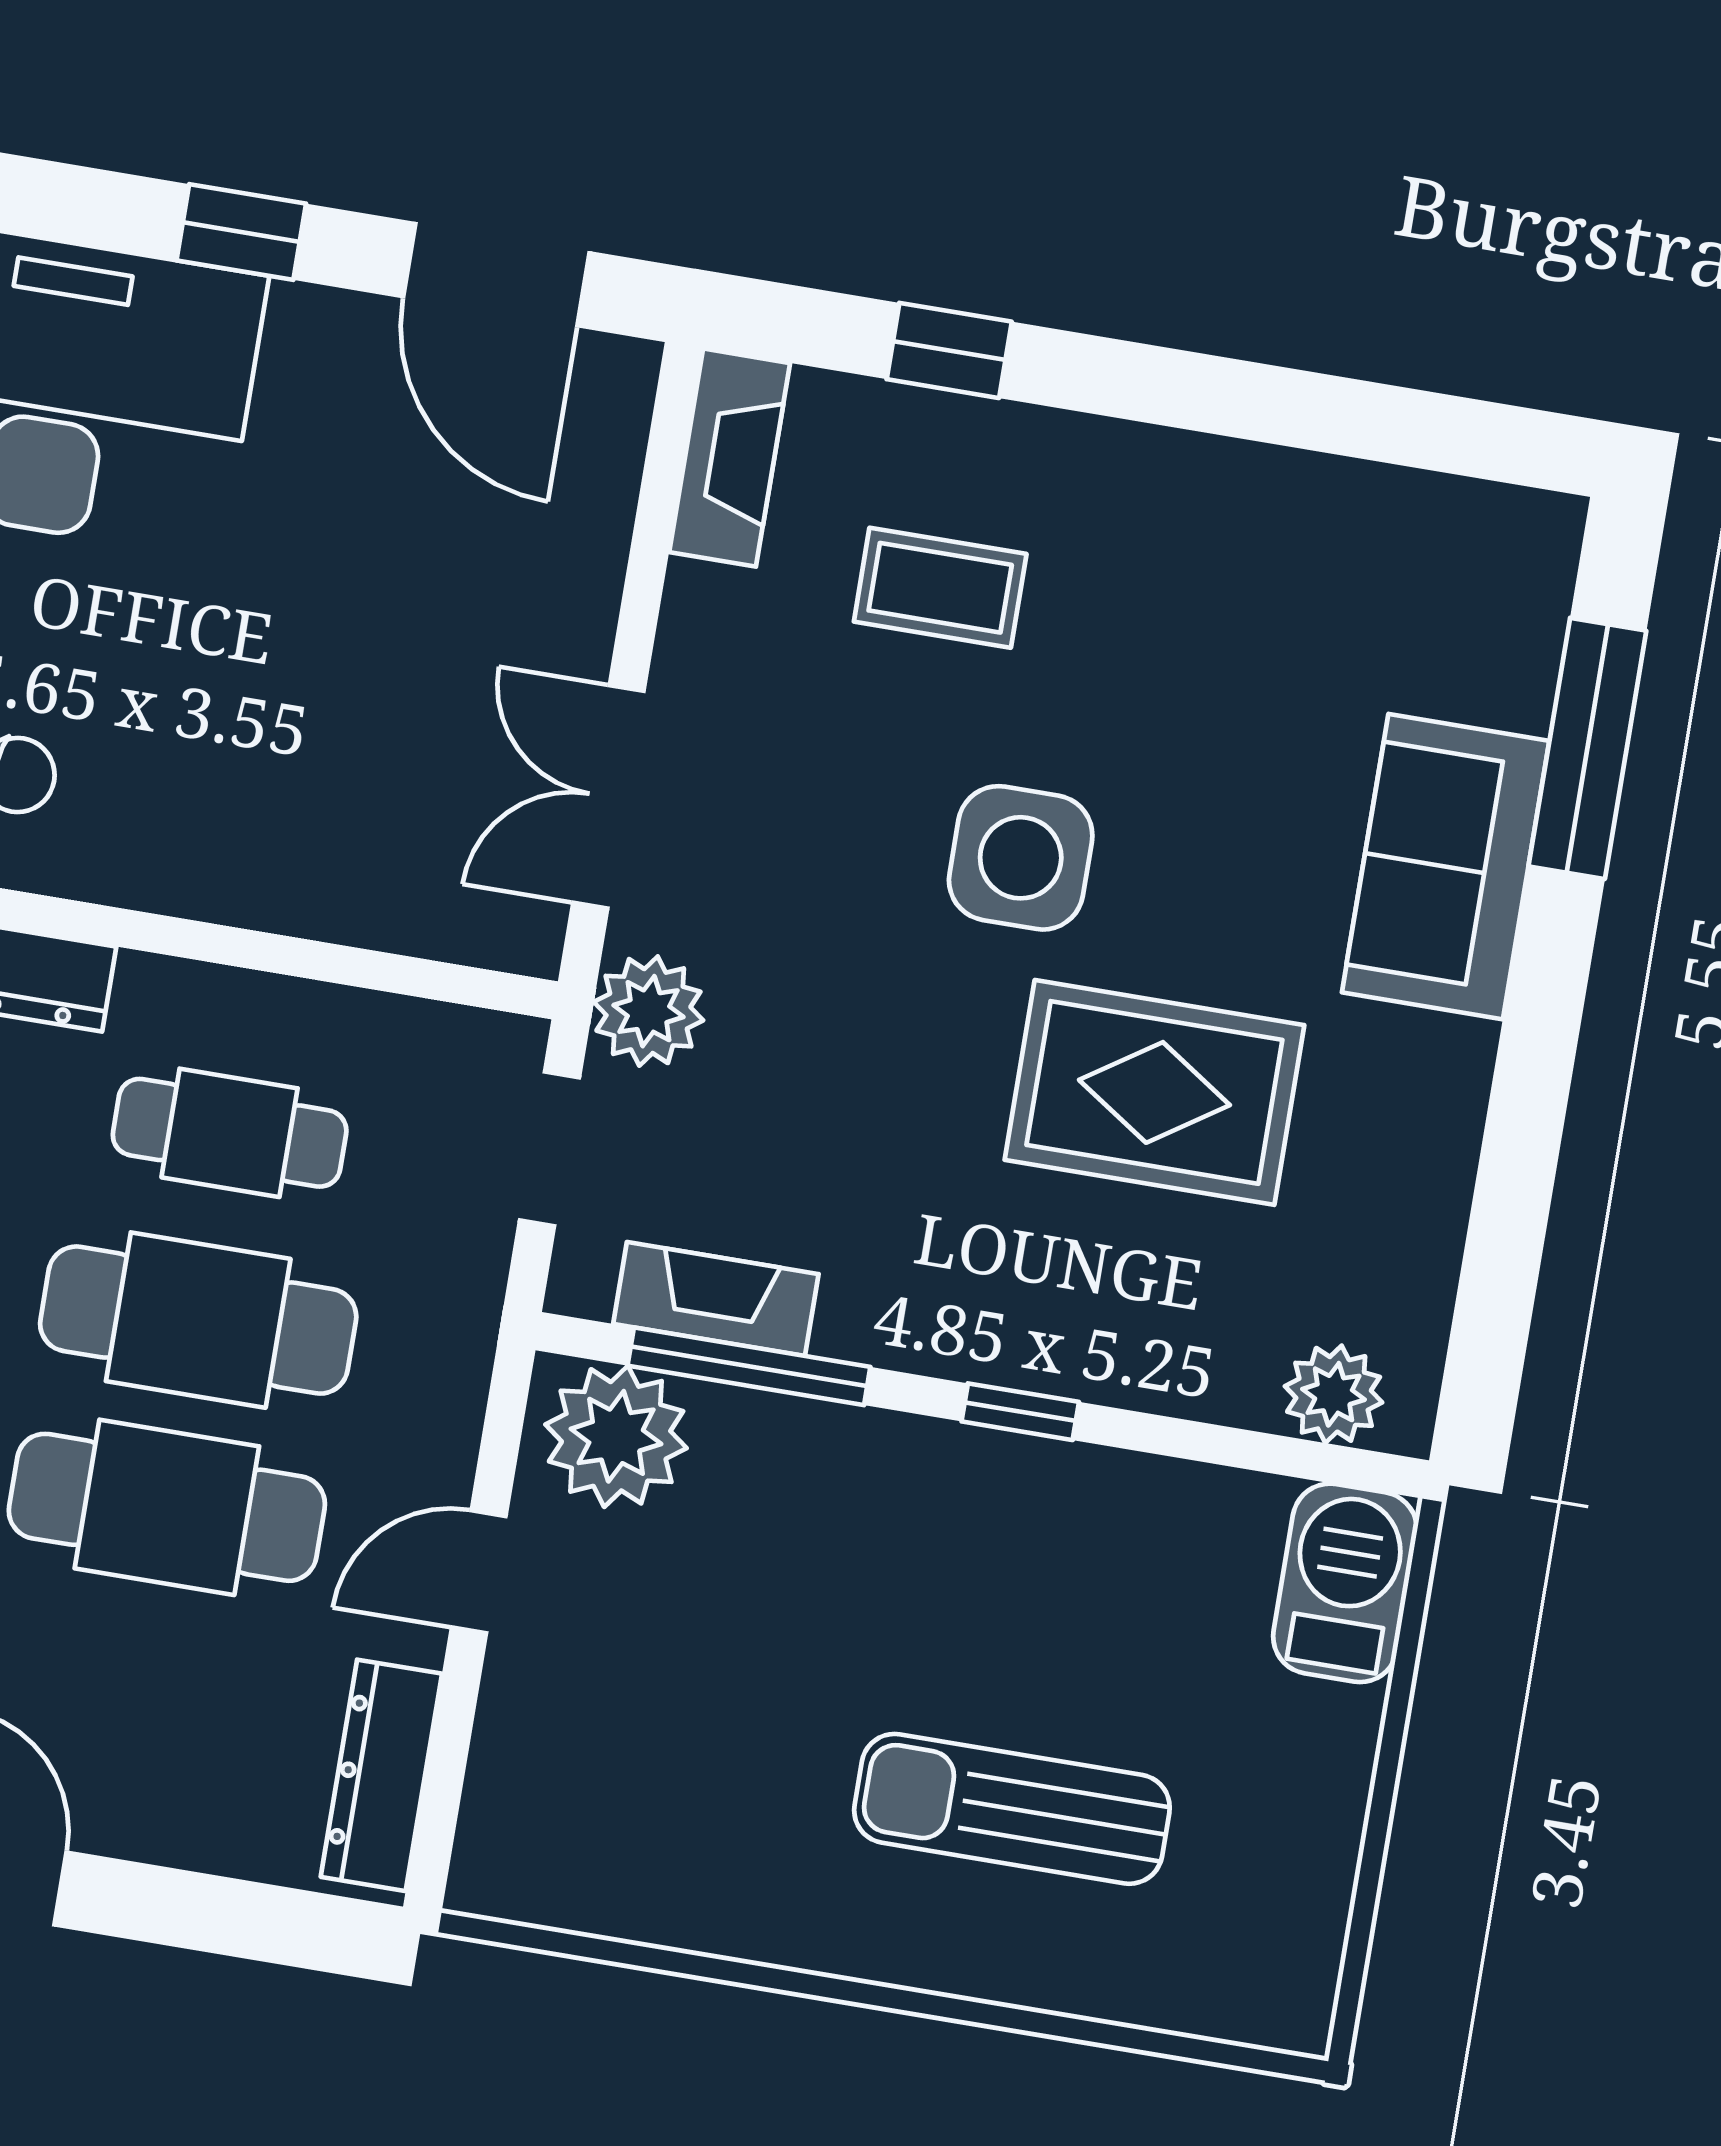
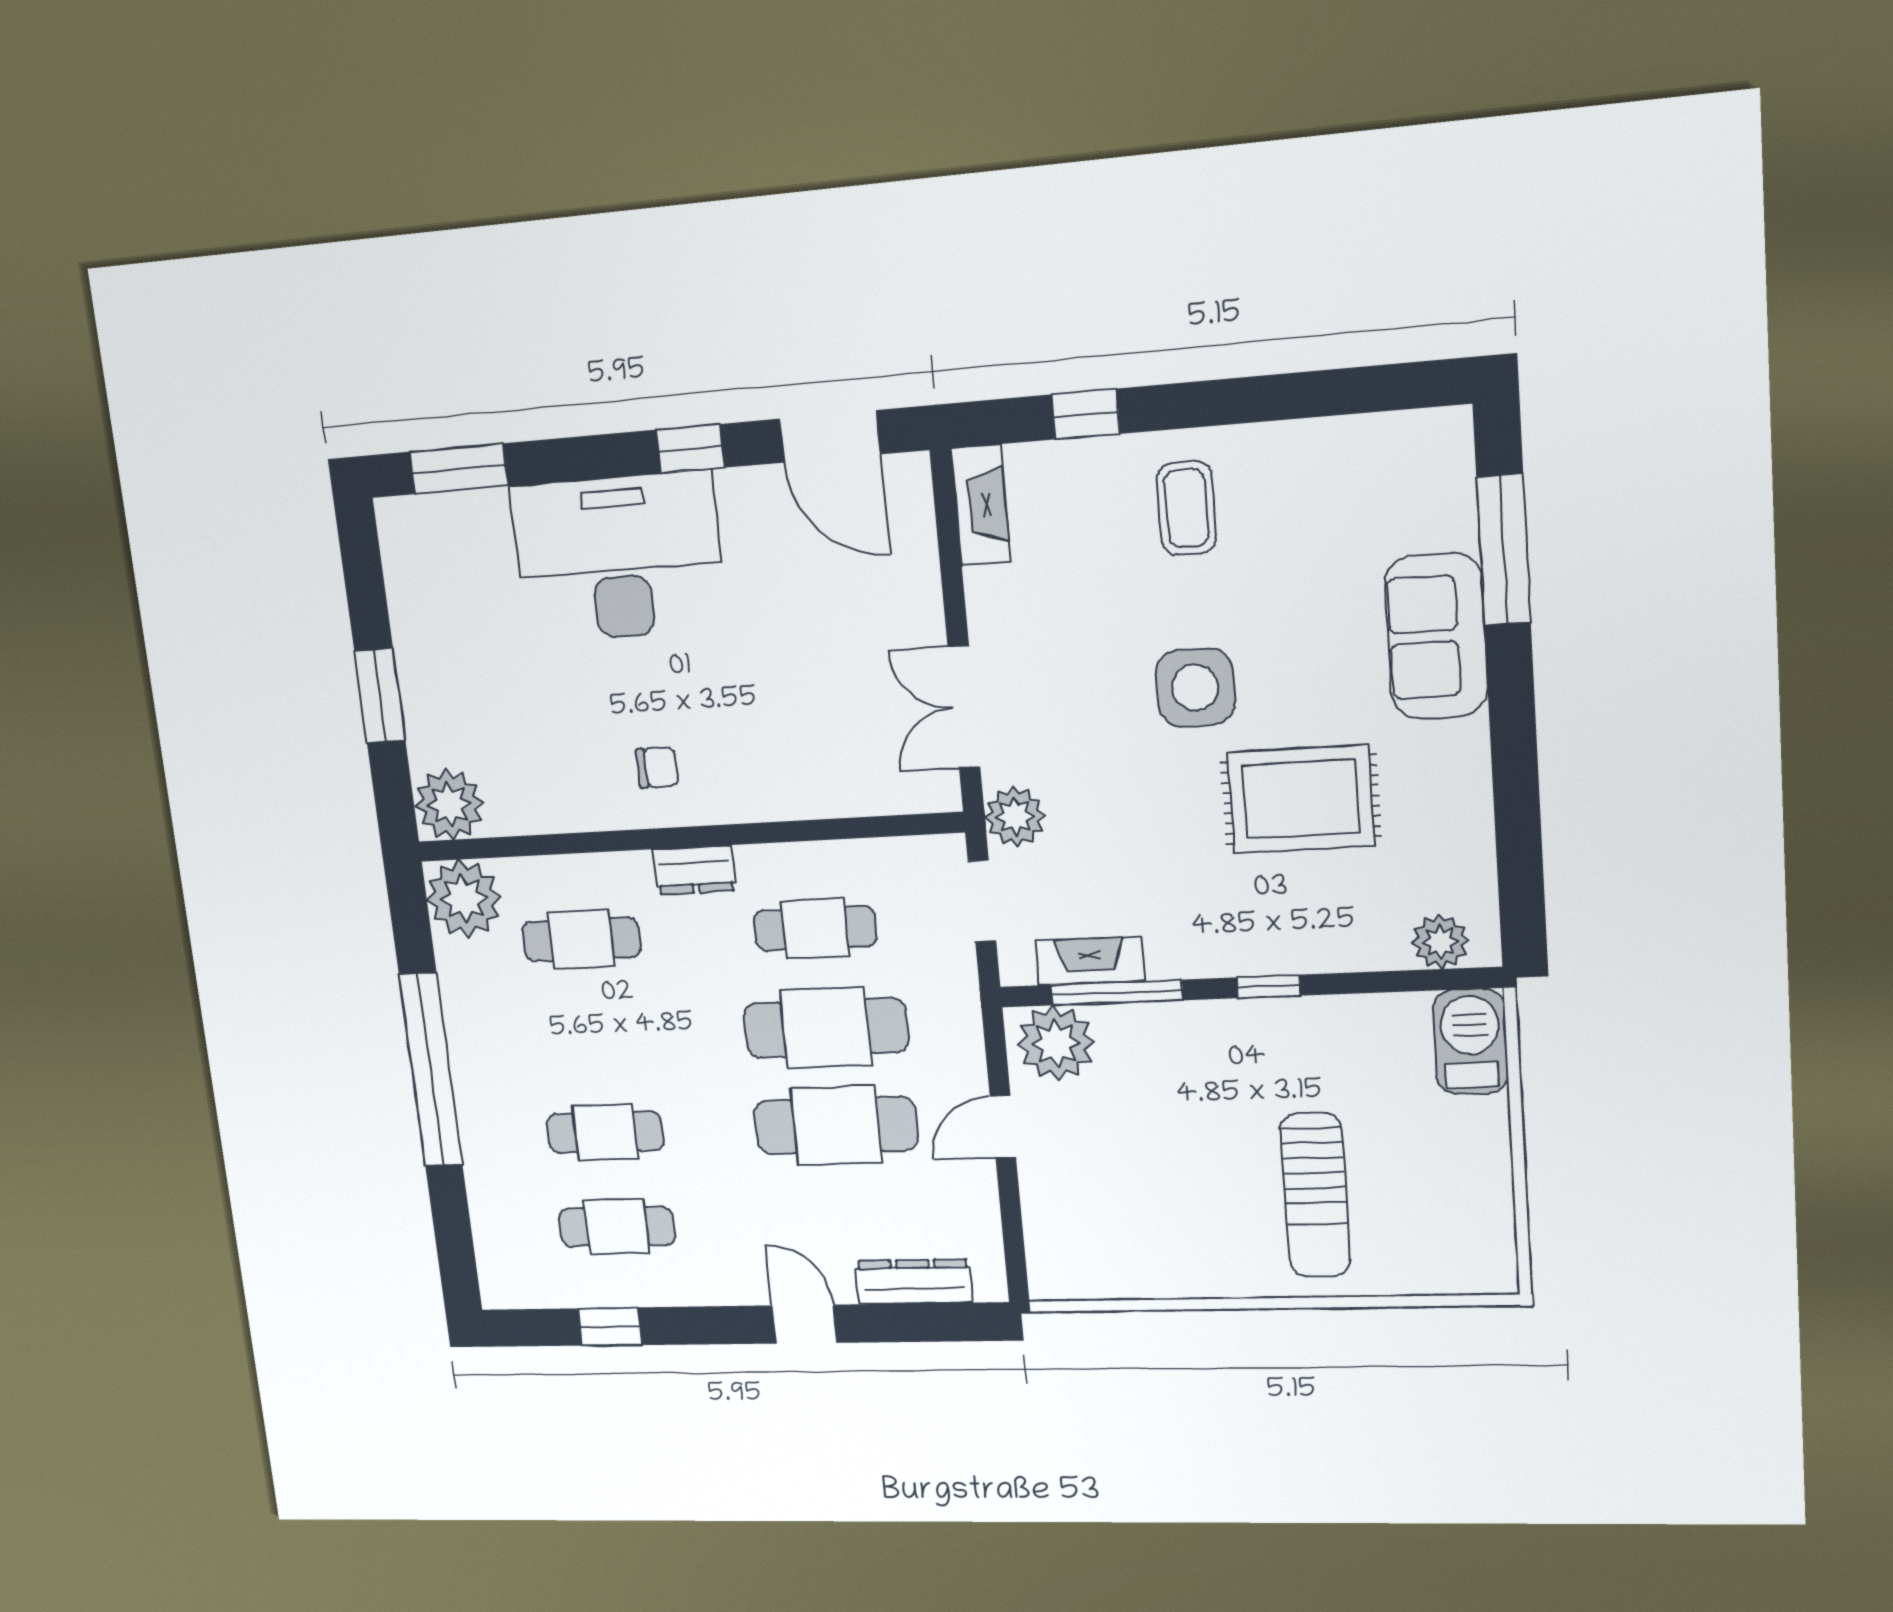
coffee table: (940, 588) -> (1186, 508), moved, turned 90
dresser: (381, 1775) -> (914, 1282), moved, turned 90
sun lounger: (1012, 1809) -> (1315, 1195), turned -90

